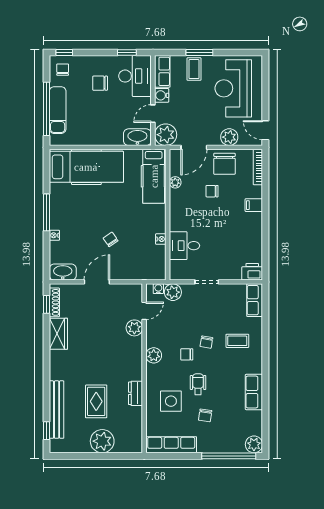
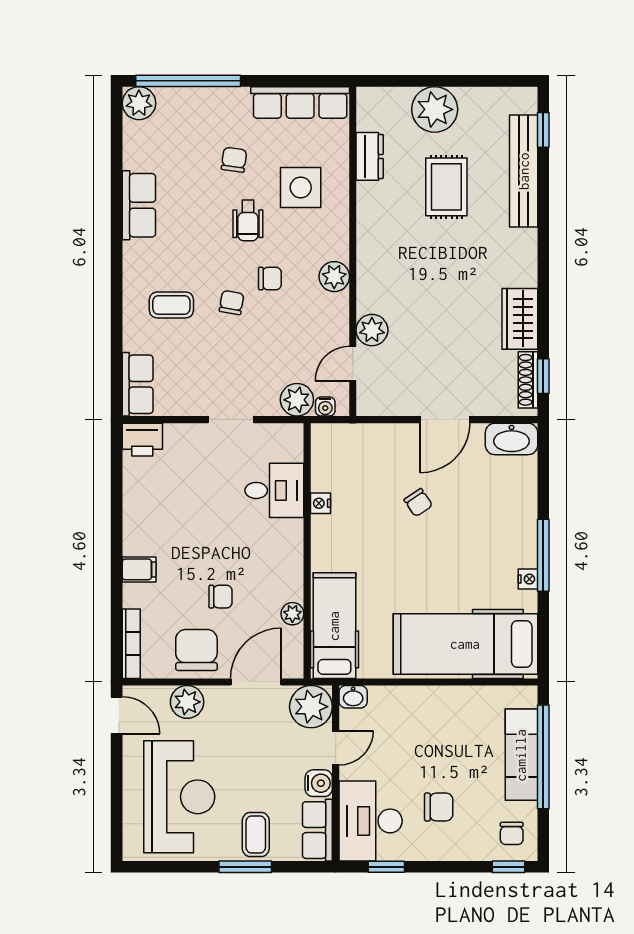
washbasin: (137, 137) -> (353, 697), width x0.52, depth x0.69
nightstand: (54, 235) -> (528, 579), moved
dresser: (136, 393) -> (370, 156), moved

